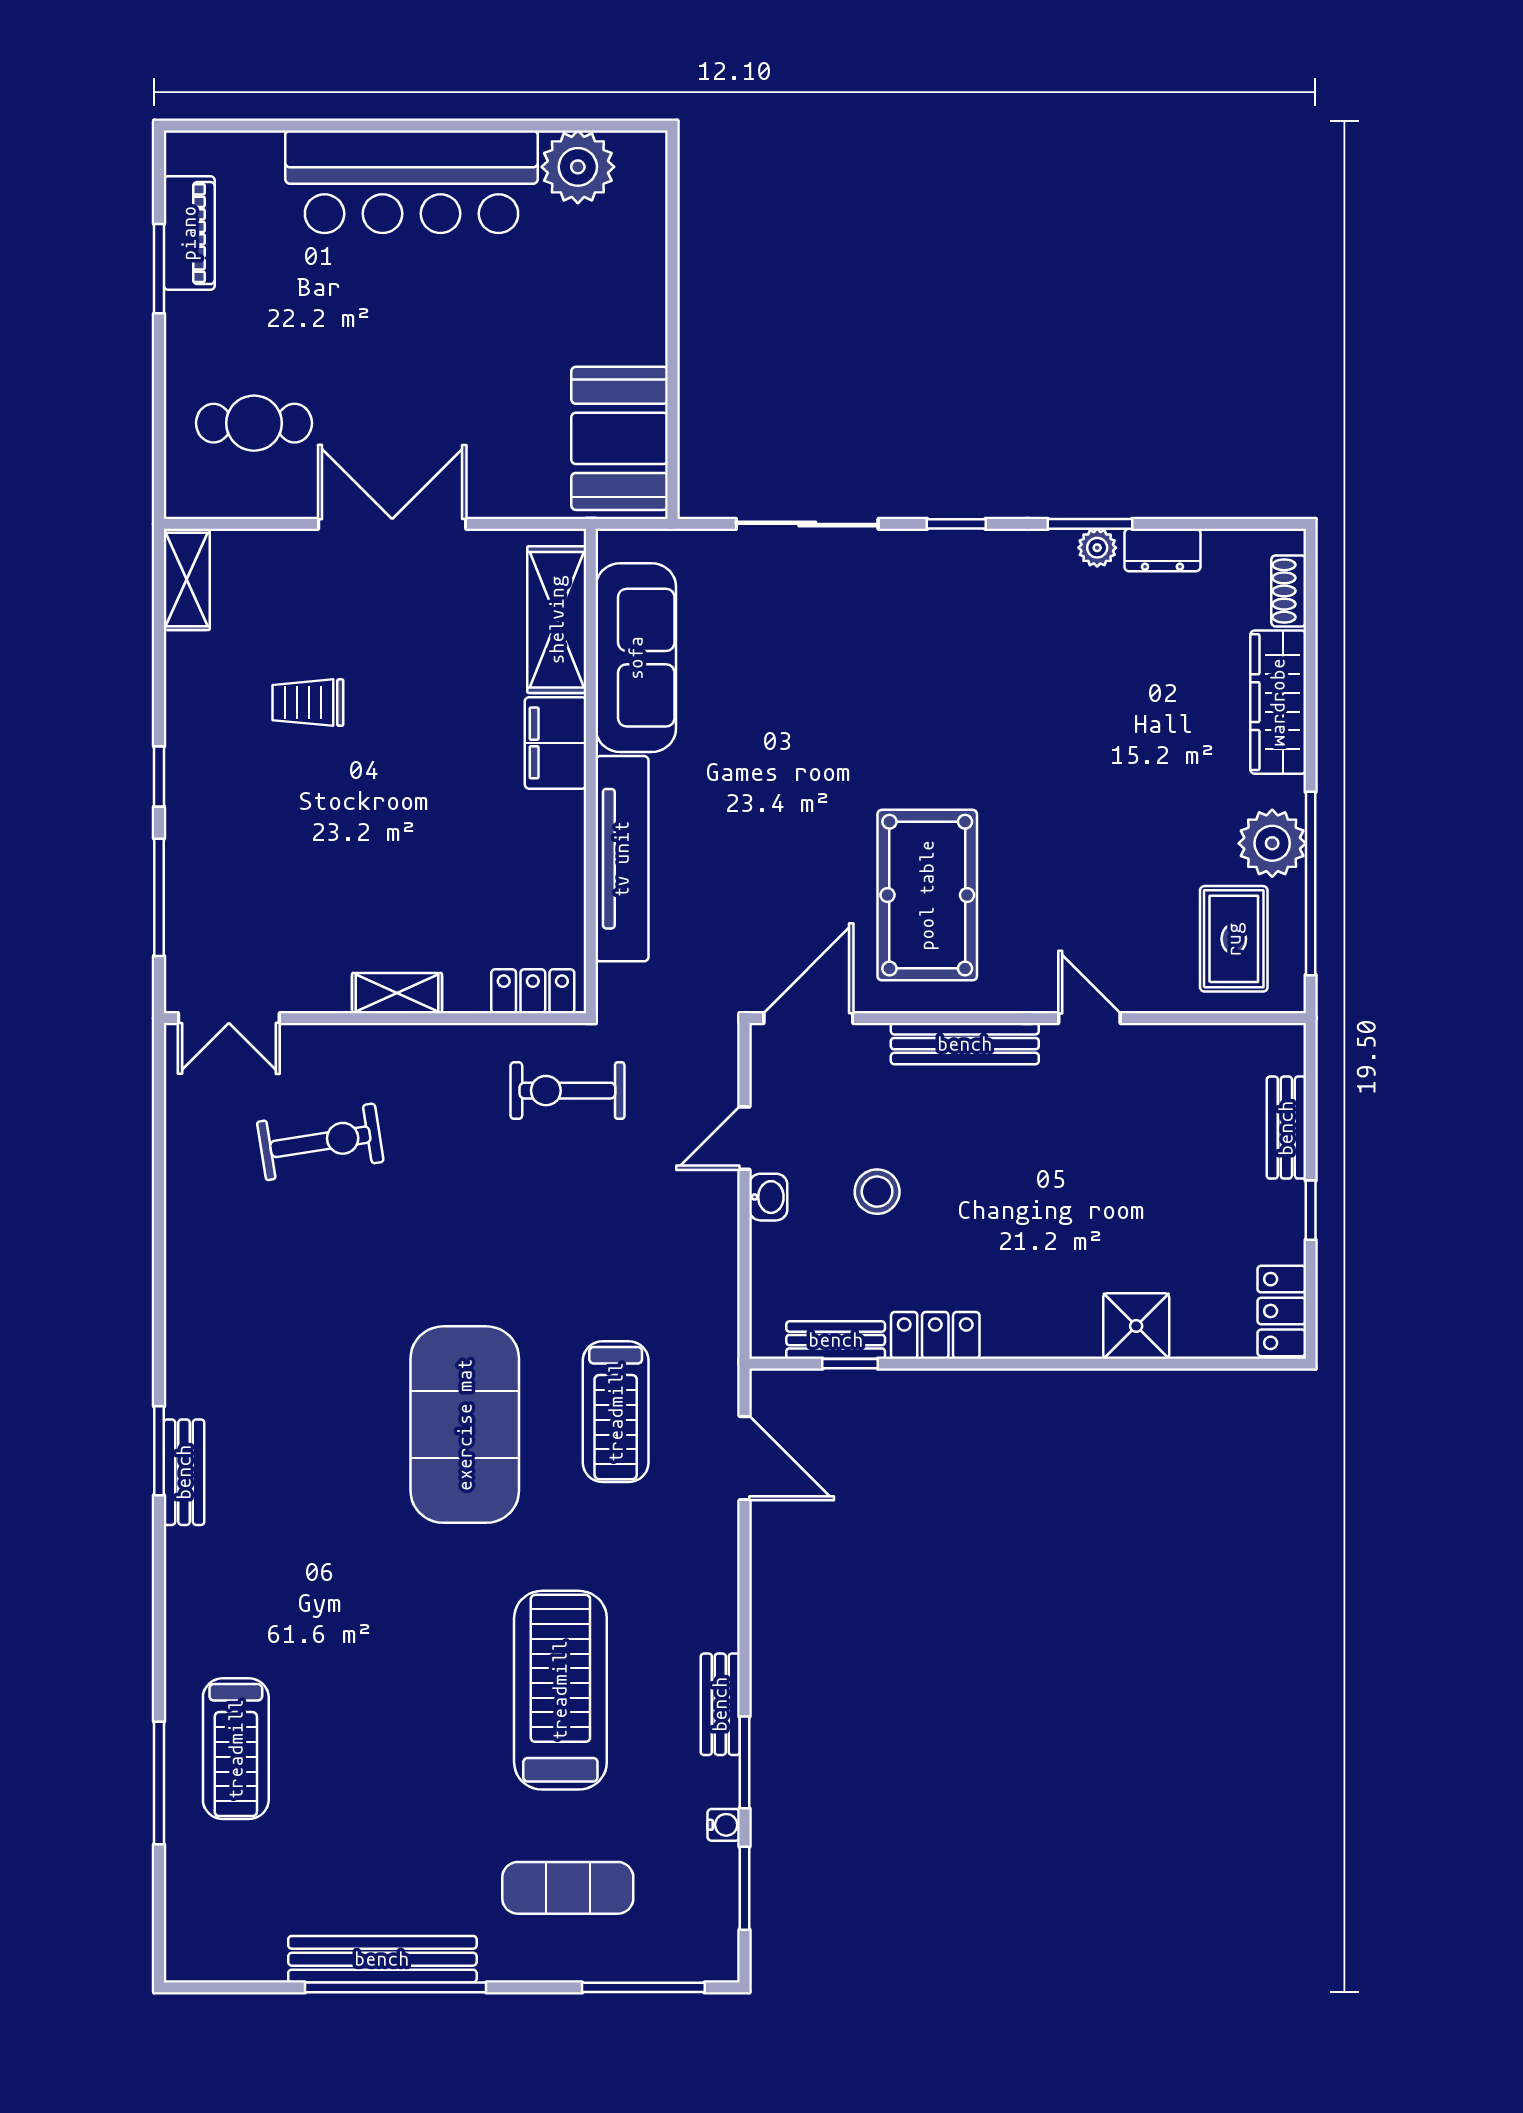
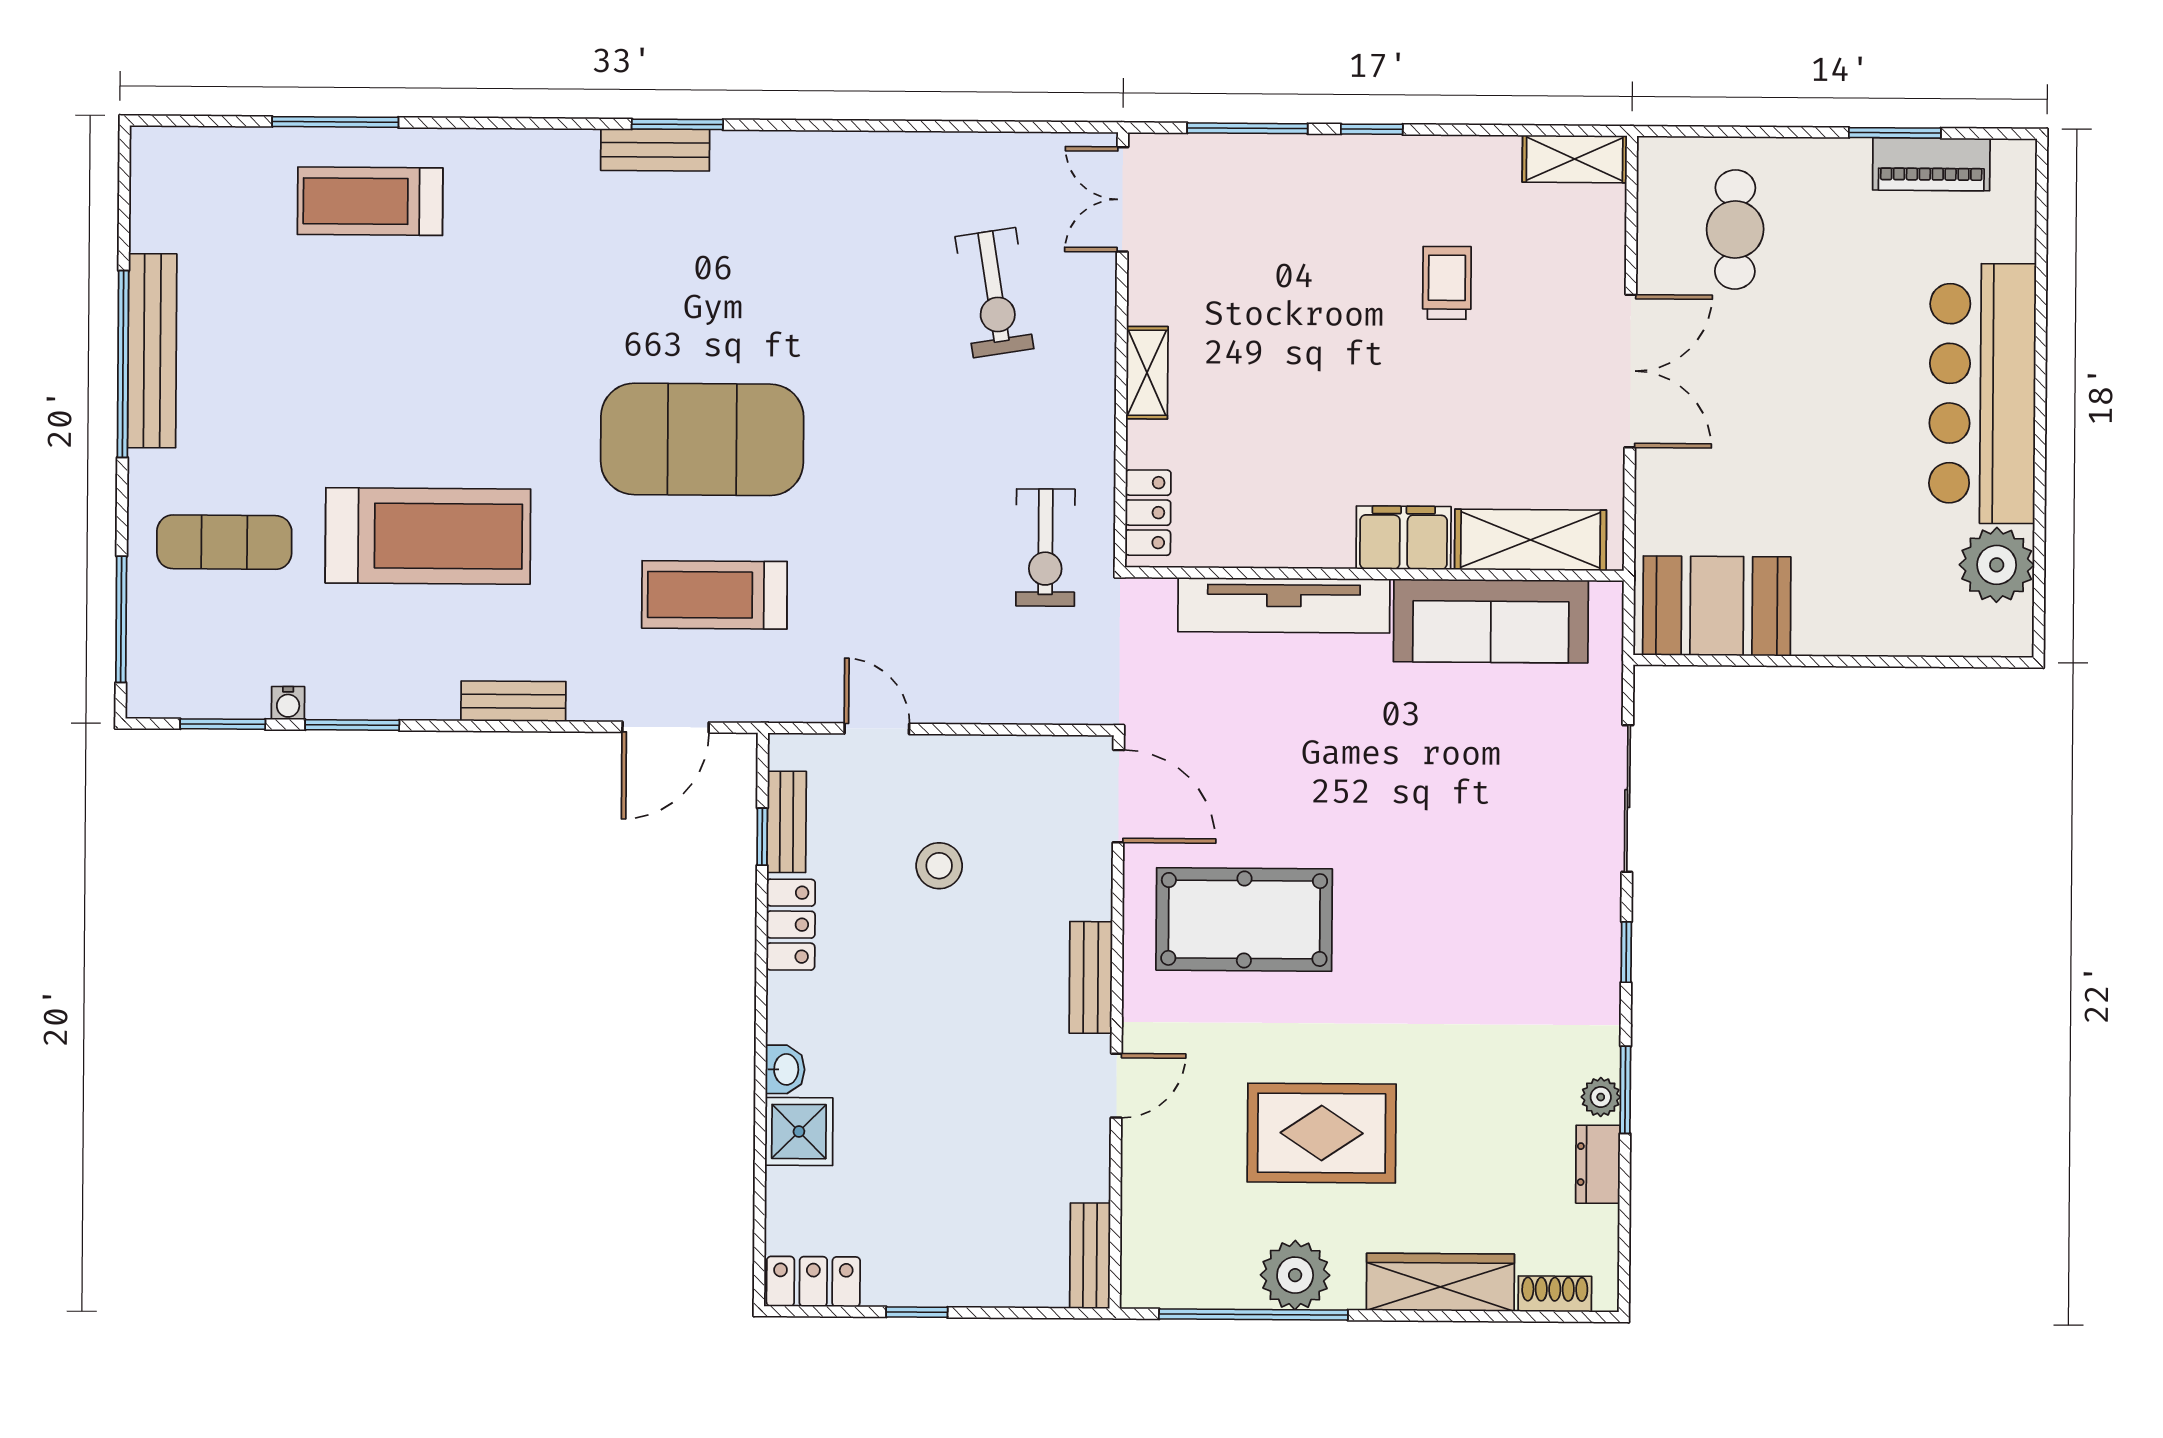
rug: (1234, 939) -> (1322, 1133), moved, width x1.36, depth x1.43
bench: (965, 1044) -> (1091, 977), width x0.73
exercise bike: (567, 1091) -> (1045, 548), turned 180
bench: (1286, 1128) -> (1090, 1256), moved, turned 90
door: (744, 1138) -> (877, 729), moved
washbasin: (768, 1197) -> (785, 1069), moved, turned -90
bench: (720, 1704) -> (513, 701), moved
exercise mat: (568, 1888) -> (224, 542), turned 90

